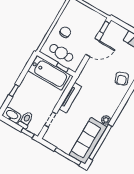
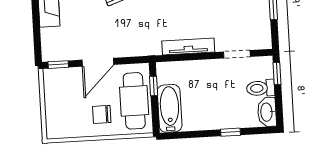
door: (92, 48) -> (98, 62), swing flipped
cafe table: (61, 53) -> (134, 101), width x1.37, depth x1.35
bathtub: (49, 73) -> (170, 108), width x0.73, depth x0.73

